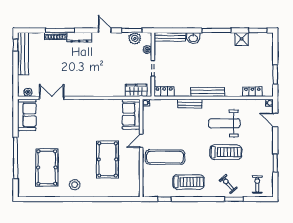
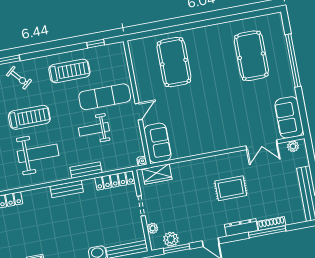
rug: (82, 69) -> (231, 188), added
locker: (164, 91) -> (115, 181), width x1.53
bench: (208, 92) -> (67, 189), width x0.73
weight bench: (178, 134) -> (94, 129), added
treadmill: (226, 152) -> (29, 117), turned 180
pool table: (107, 159) -> (174, 62), moved
treadmill: (188, 182) -> (69, 71), turned 180
stool: (75, 185) -> (212, 41), removed

